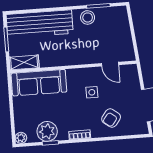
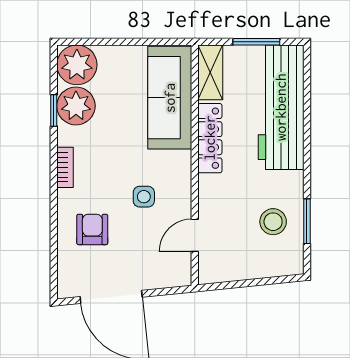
stool: (88, 17) -> (273, 222), moved
locker: (59, 60) -> (210, 138), added
armchair: (111, 118) -> (92, 229), turned 53
plant: (21, 138) -> (77, 65), width x1.88, depth x1.88

